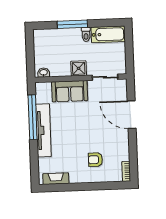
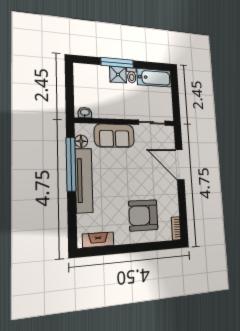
shower: (79, 68) -> (118, 75), moved
floor lamp: (41, 98) -> (81, 141), added
armchair: (95, 160) -> (143, 215), width x1.88, depth x1.88

